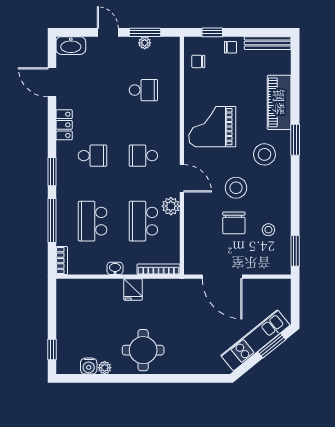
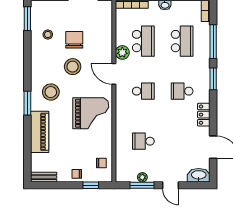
bench: (268, 43) -> (44, 177), width x0.73

